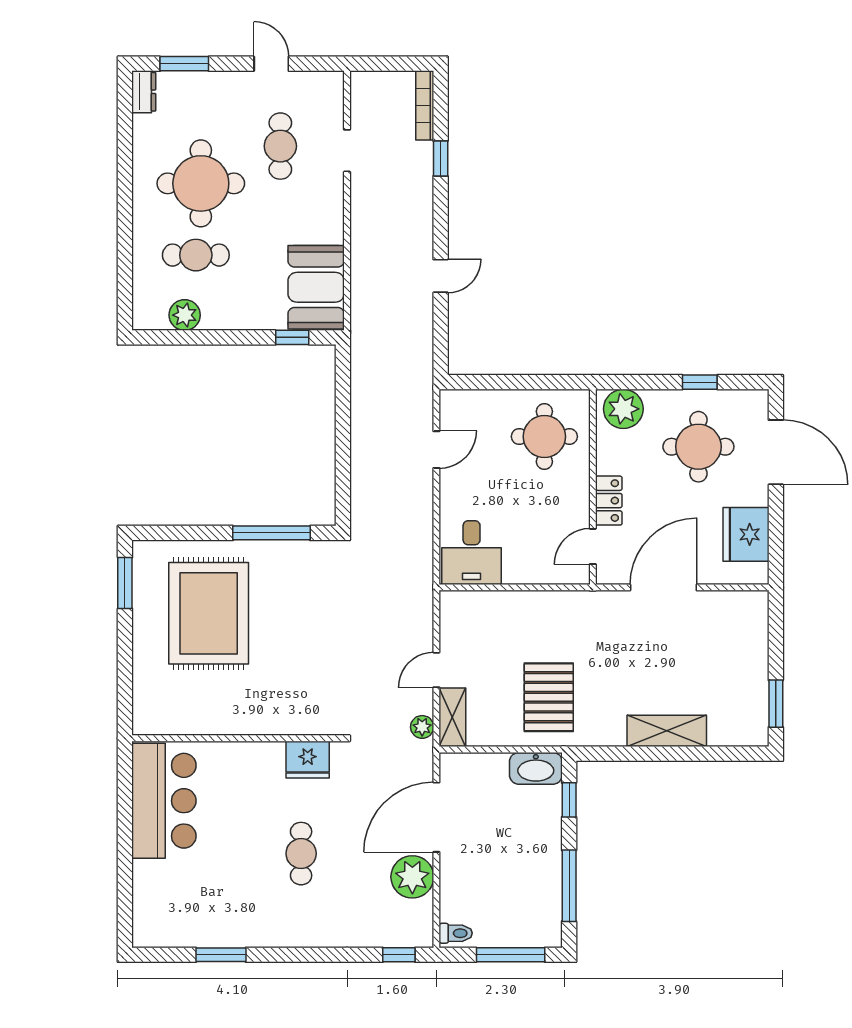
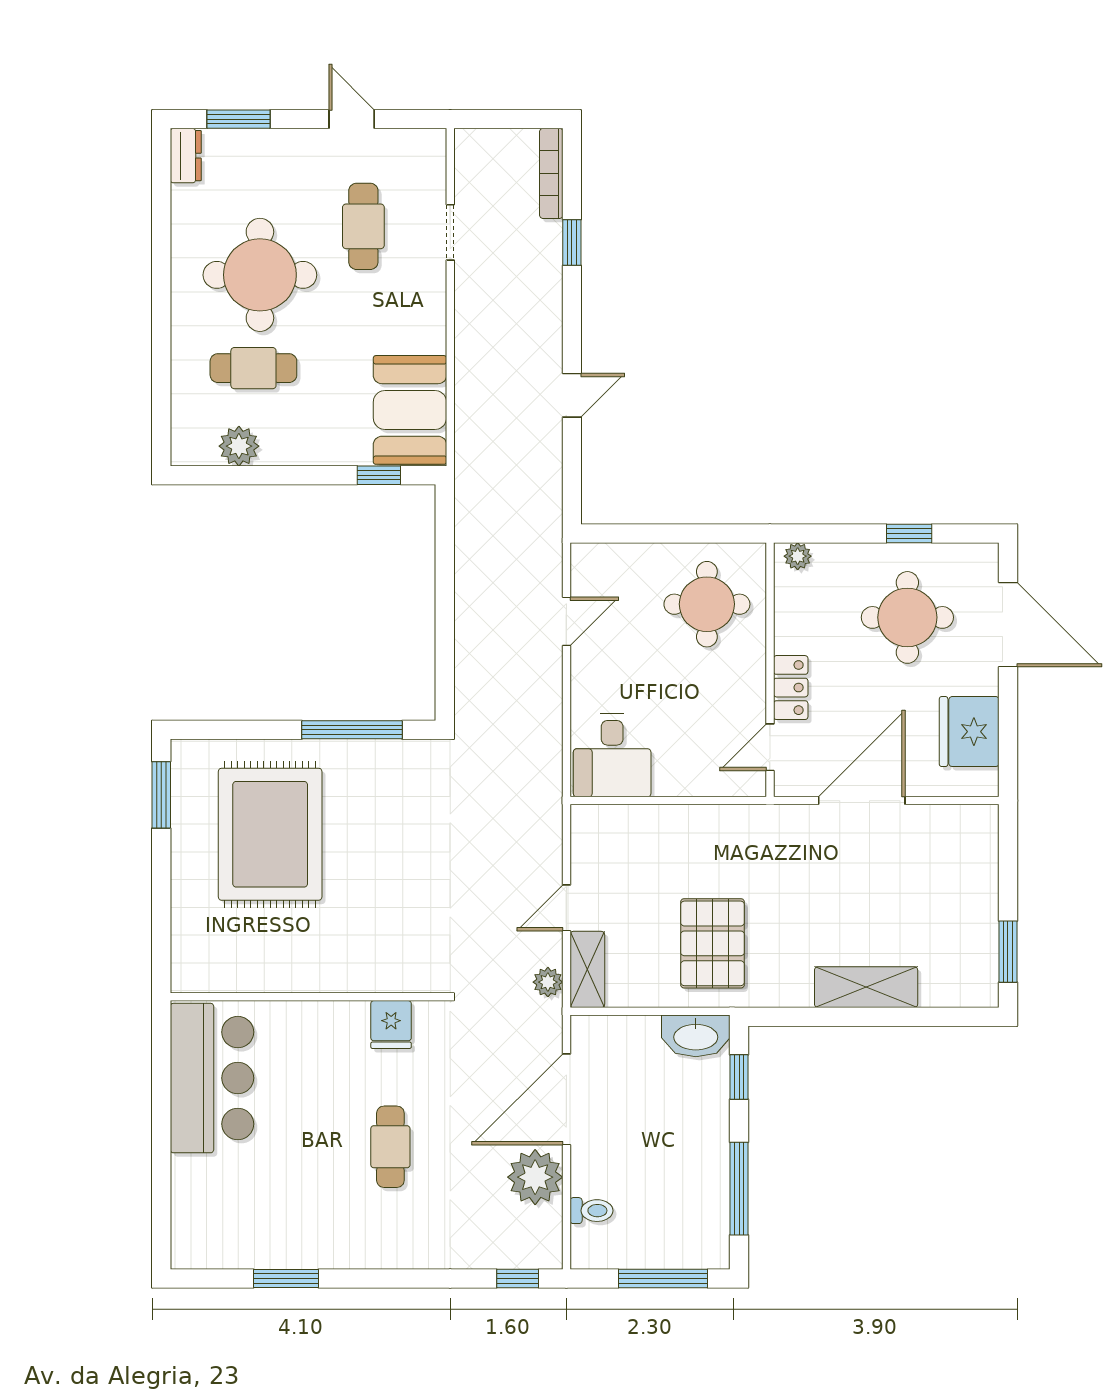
plant: (623, 409) -> (798, 556), width x0.53, depth x0.53
fridge: (308, 760) -> (391, 1025), width x0.72
toilet: (456, 933) -> (591, 1211), moved

